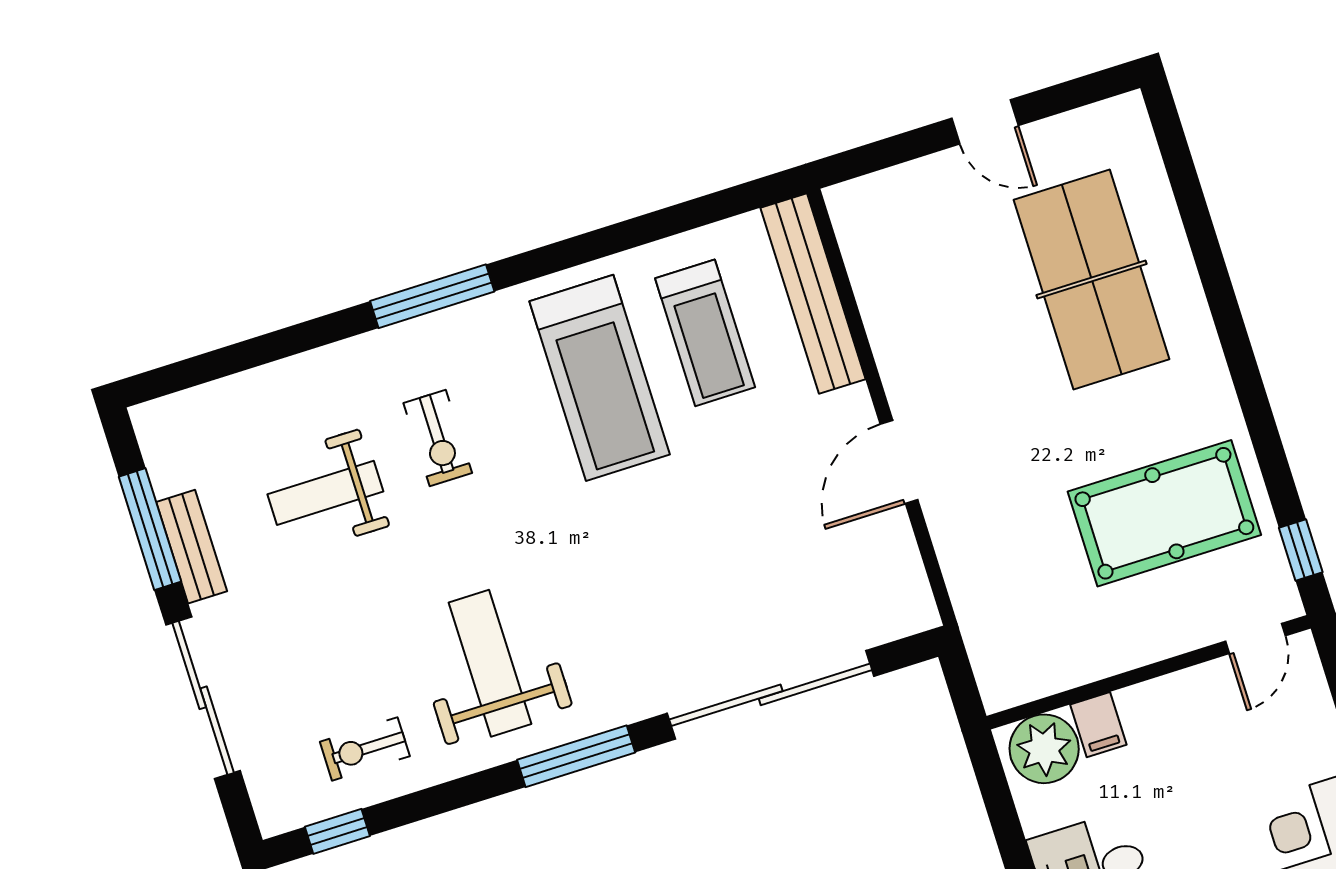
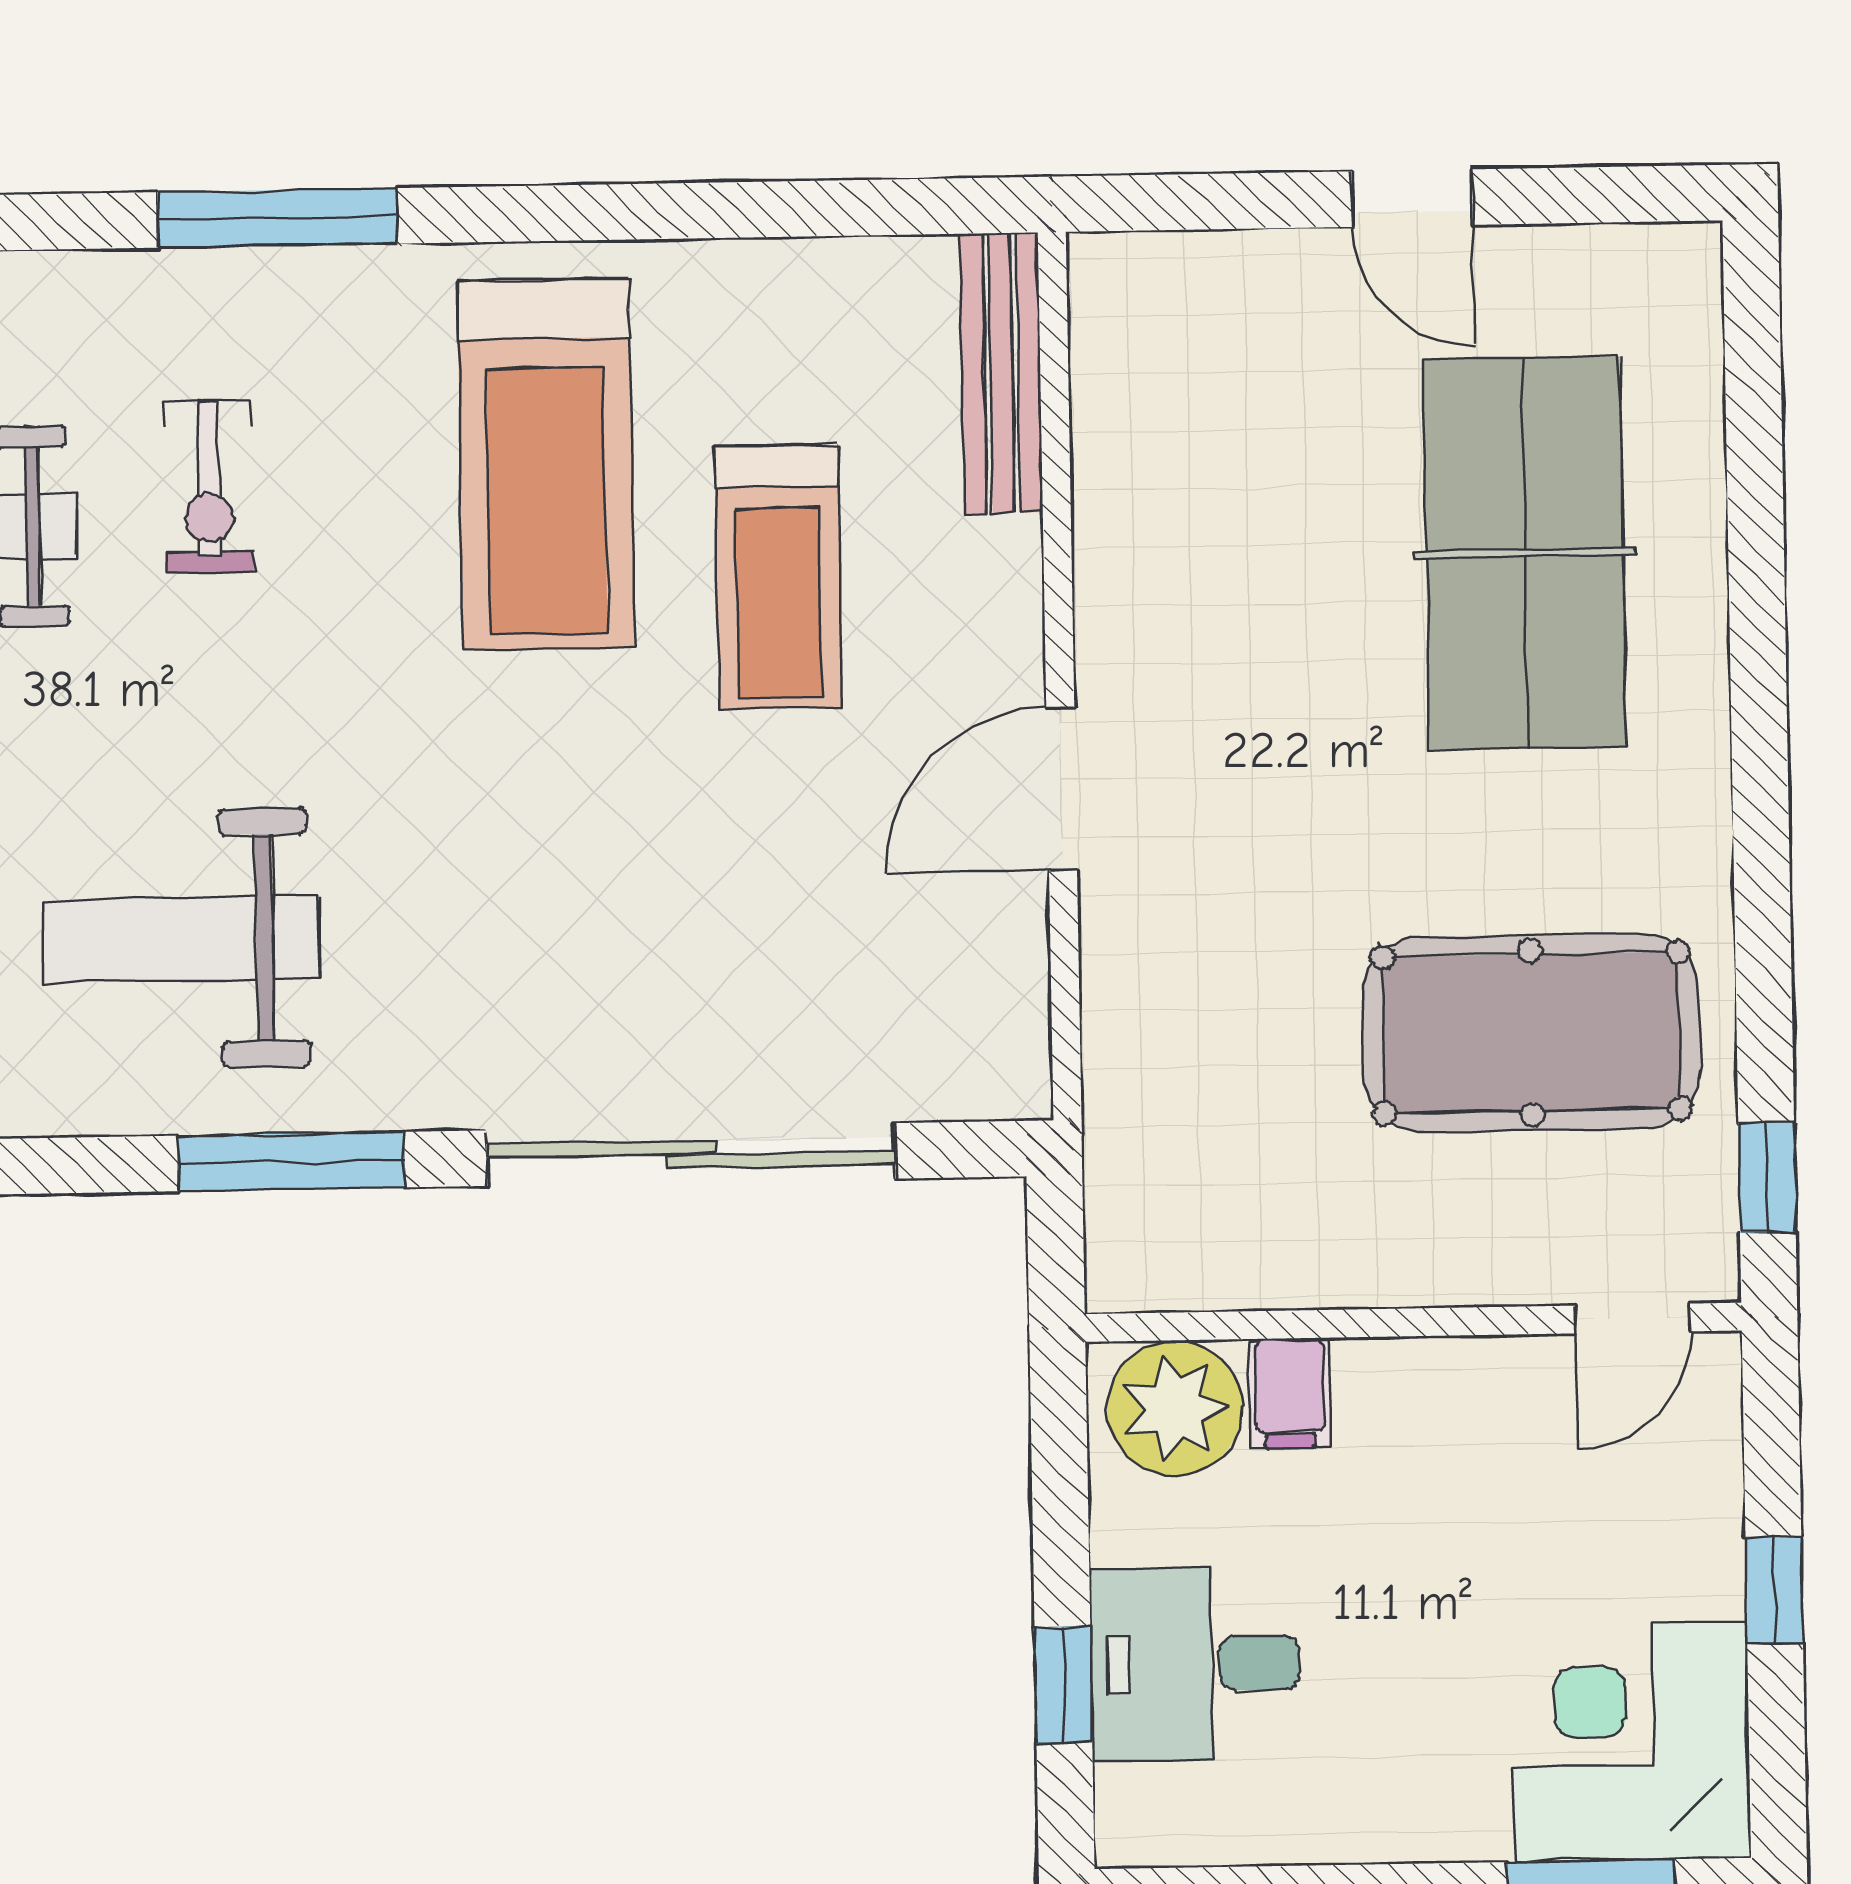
bench: (813, 293) -> (1001, 373), width x0.73, depth x0.82
treadmill: (705, 333) -> (778, 577), moved
weight bench: (490, 663) -> (181, 939), turned -90

